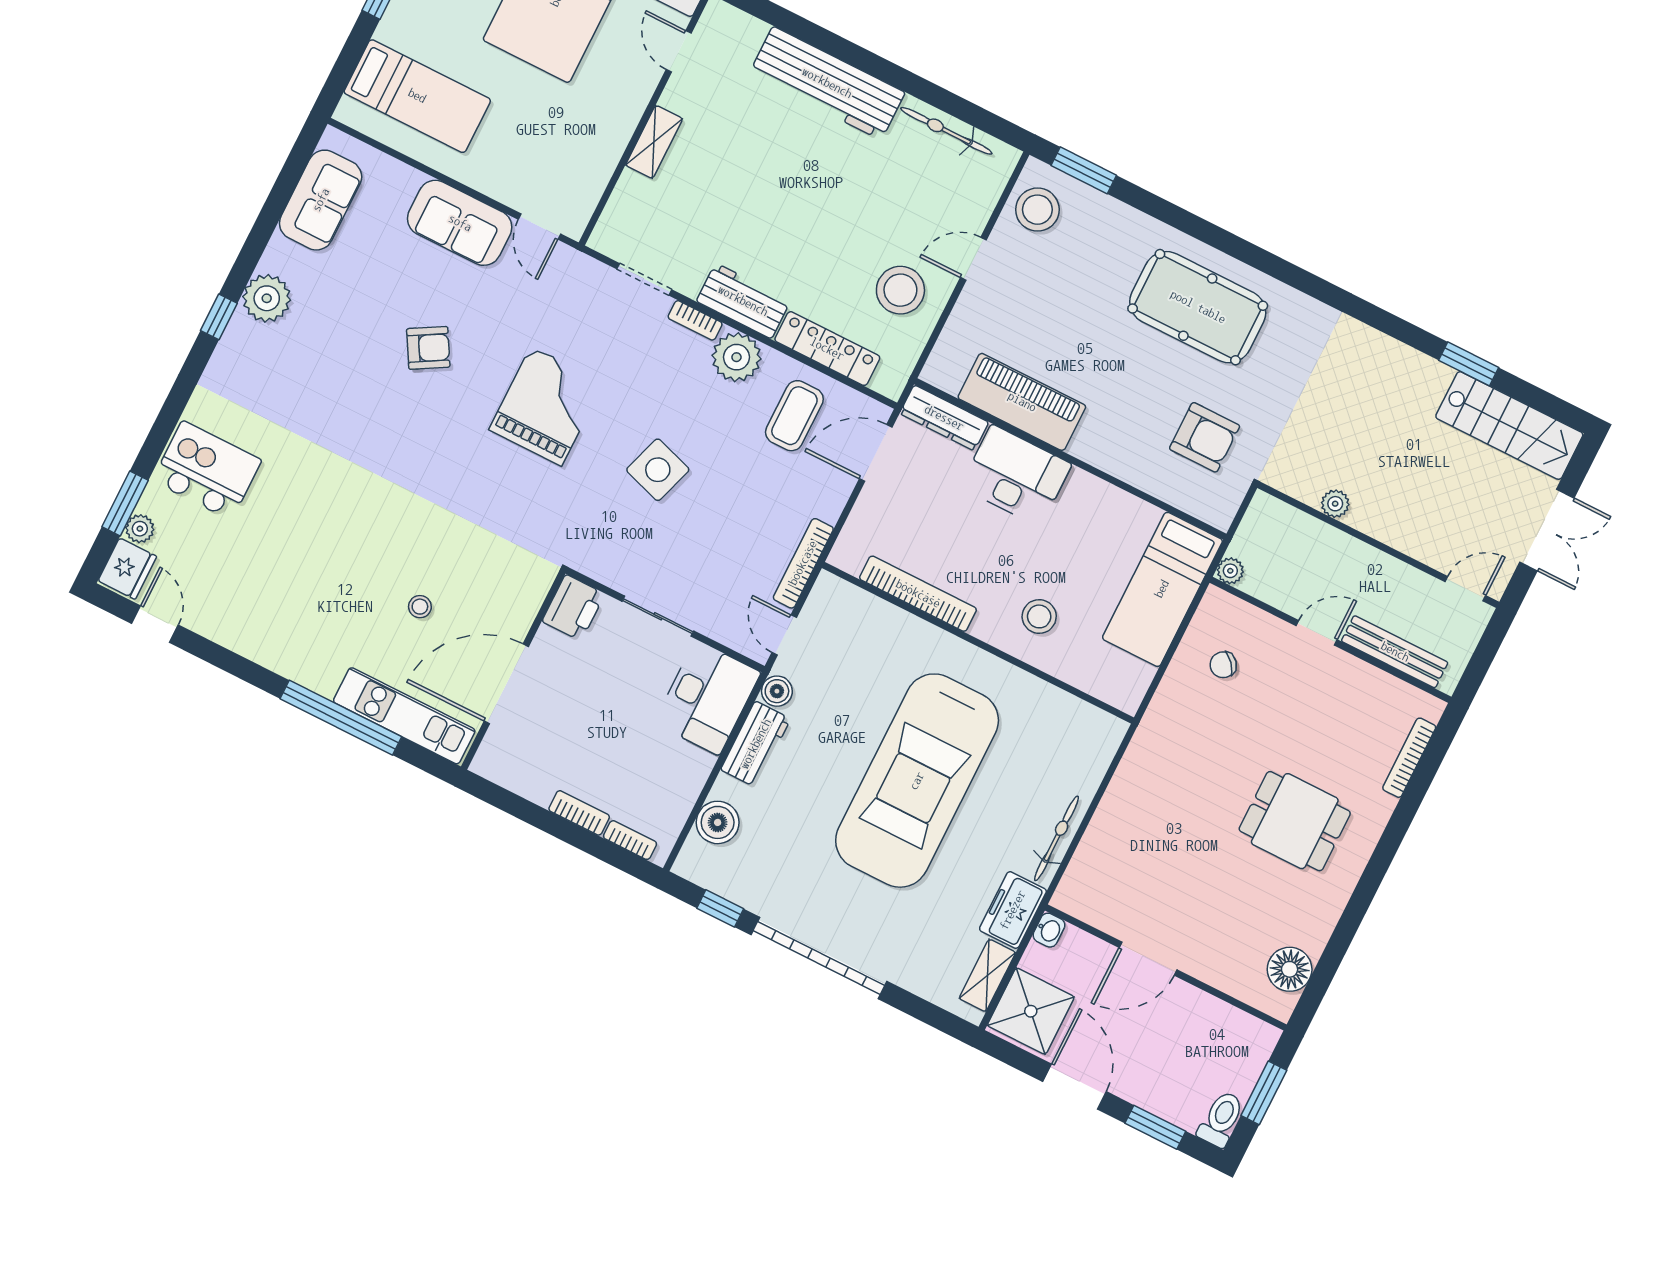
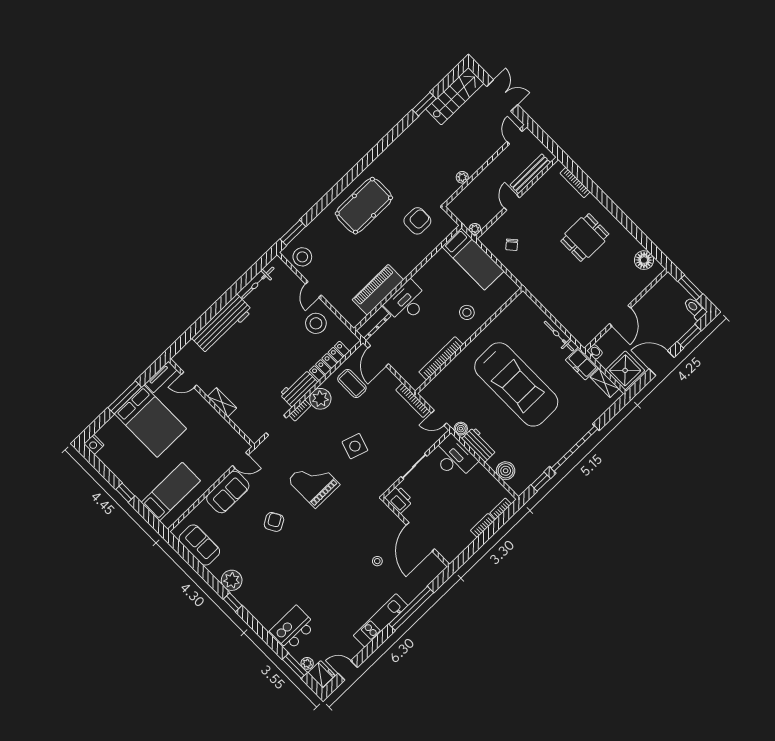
kitchen unit: (404, 716) -> (381, 620), moved

